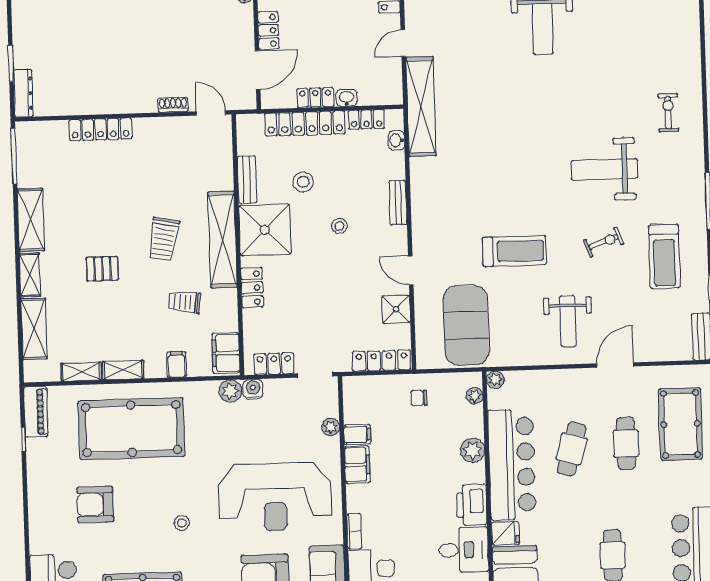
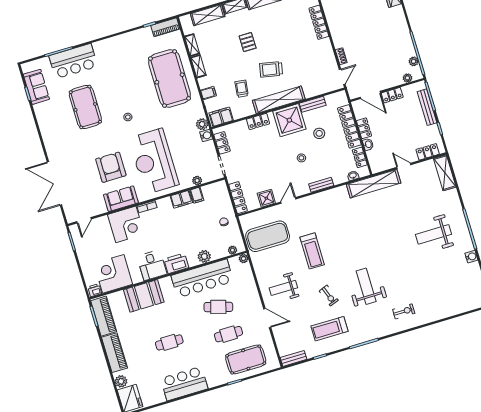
armchair: (95, 505) -> (126, 70), removed
fridge: (505, 533) -> (166, 284), removed

